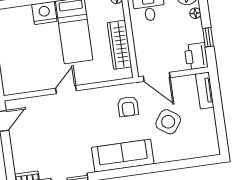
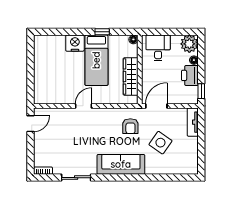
window: (208, 37) -> (201, 91), moved
printer: (196, 56) -> (190, 75), moved
door: (157, 77) -> (156, 106), swing flipped

